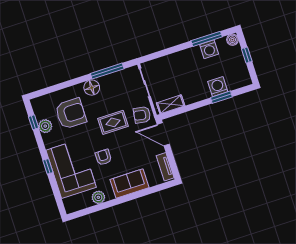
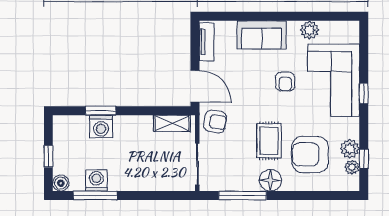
plant: (40, 114) -> (352, 167), added
rug: (113, 122) -> (269, 141), moved, turned 90

